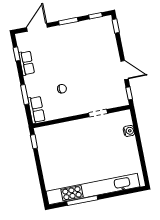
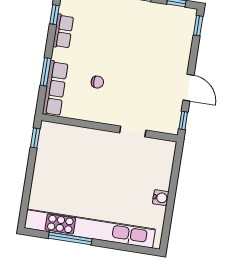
row of seats: (36, 110) -> (55, 88), width x1.48
water cooler: (129, 131) -> (161, 198), moved

